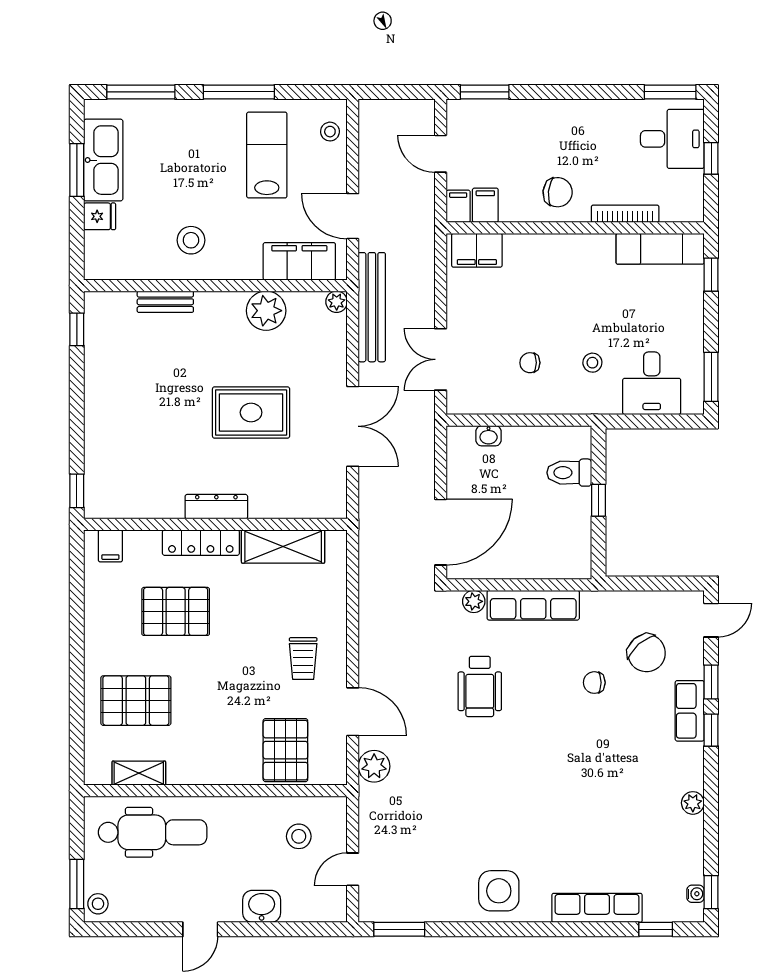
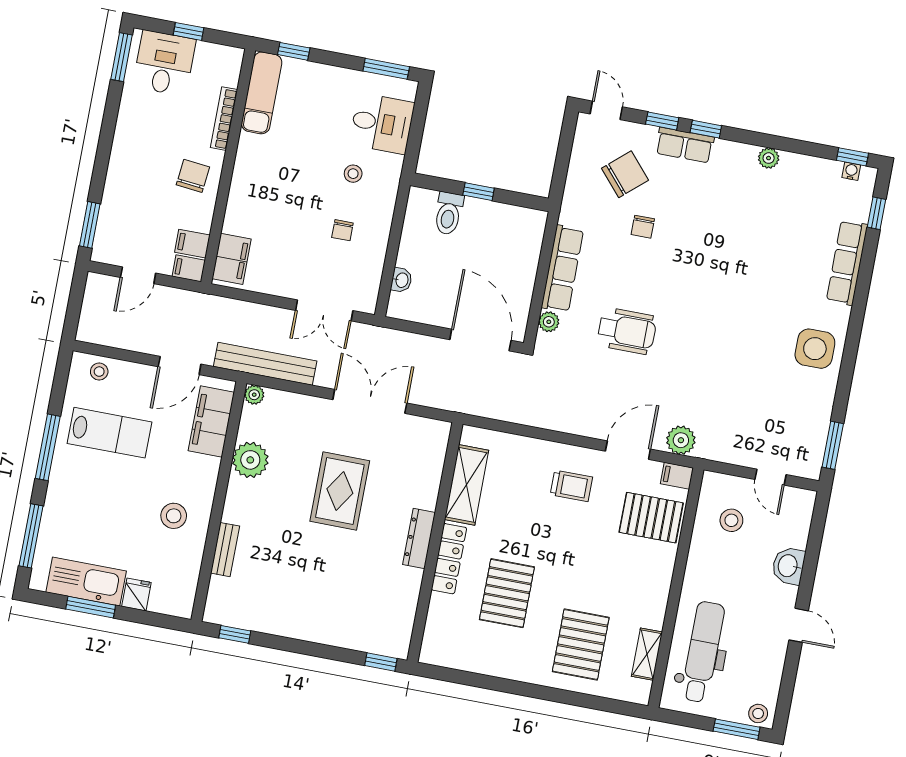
lab bench: (267, 155) -> (110, 433), turned 180
filing cabinet: (110, 546) -> (677, 476), moved, turned 180

